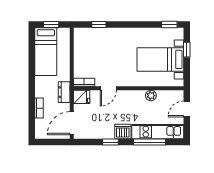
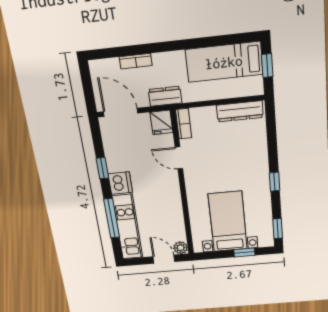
window: (99, 25) -> (275, 182), moved
dresser: (80, 44) -> (240, 111), added
plant: (151, 96) -> (181, 248), moved

